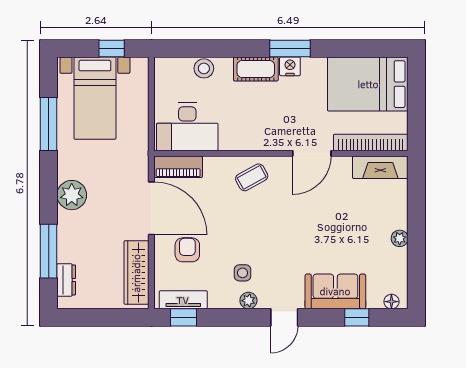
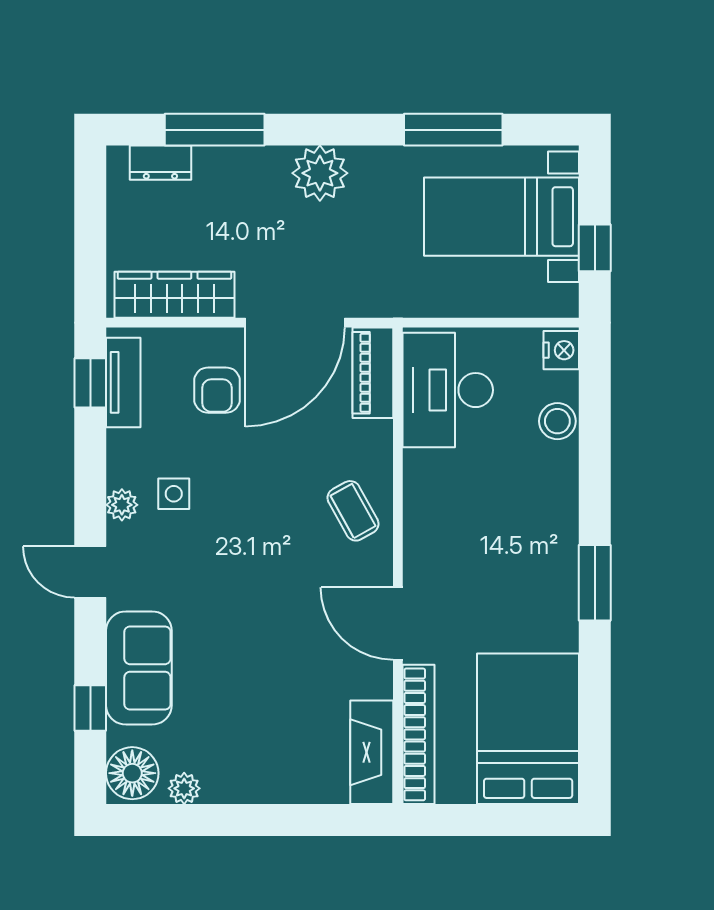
nightstand: (290, 66) -> (561, 350), moved
cot: (256, 69) -> (556, 519), removed
plant: (400, 238) -> (184, 788), moved
armchair: (187, 250) -> (217, 390), turned 90
floor lamp: (391, 302) -> (132, 773), width x1.89, depth x1.89

